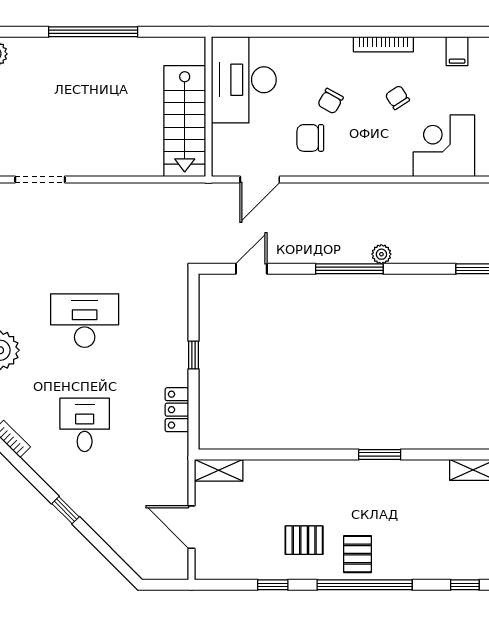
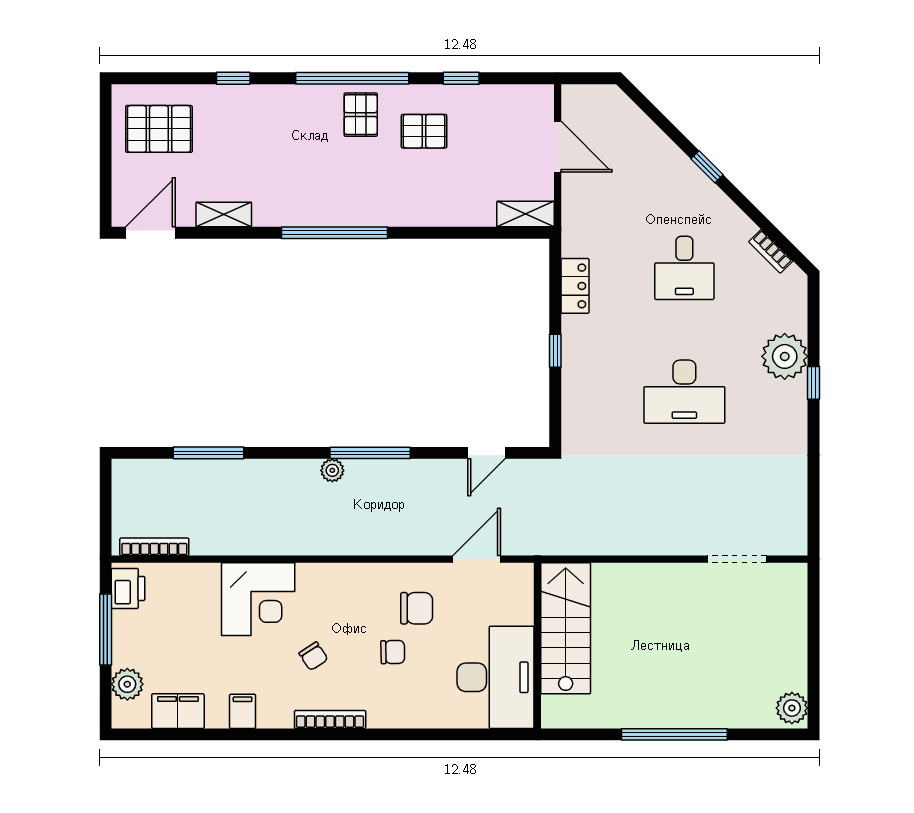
chair: (330, 101) -> (393, 652), turned 60
window: (380, 455) -> (334, 233), width x2.11

